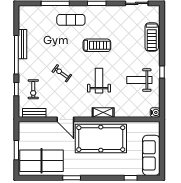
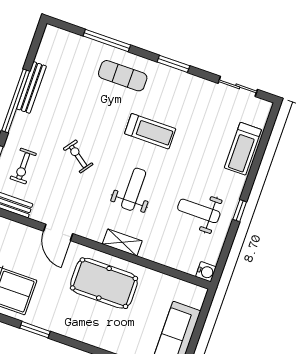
pool table: (101, 139) -> (104, 283), width x0.73, depth x0.76

